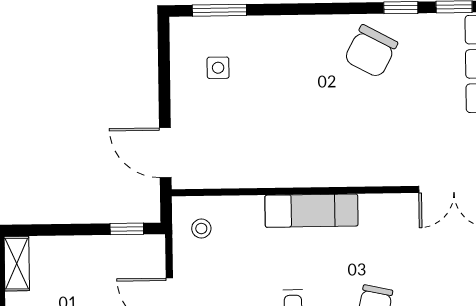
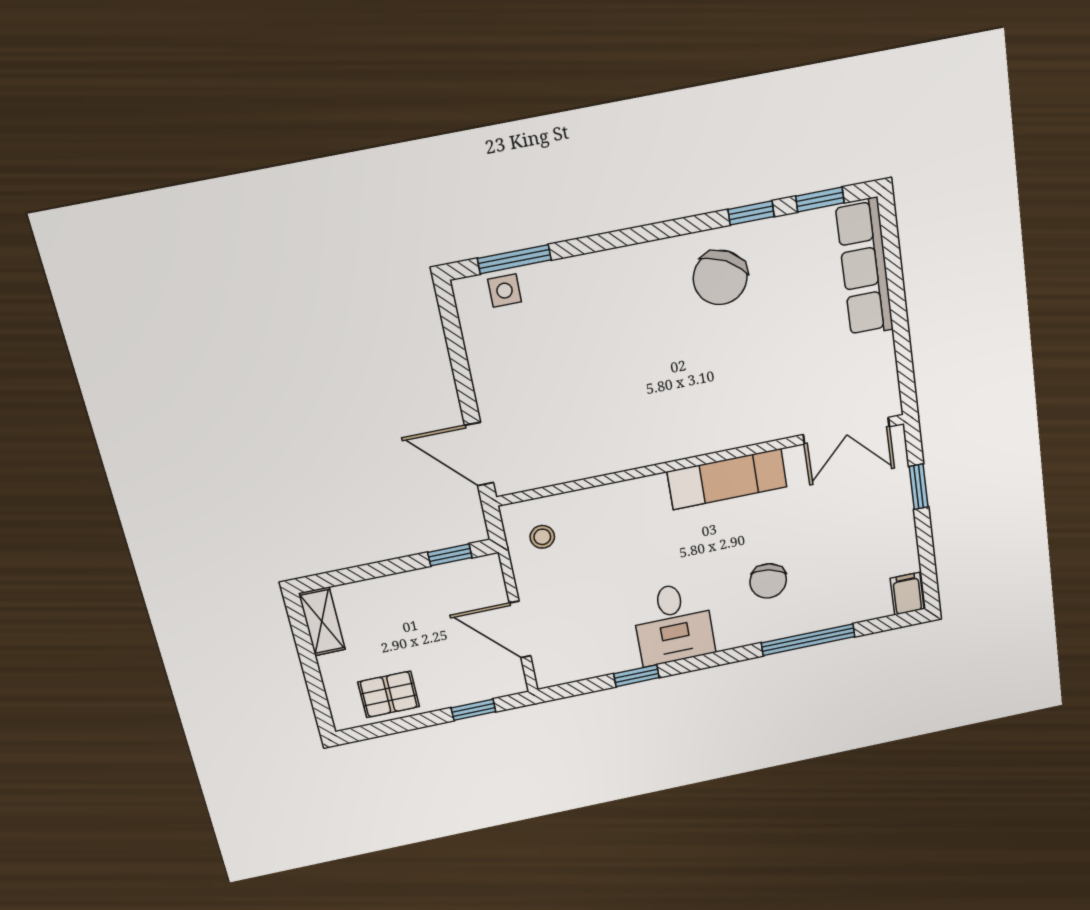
side table: (218, 68) -> (505, 291), moved
exam couch: (311, 211) -> (727, 479), moved

